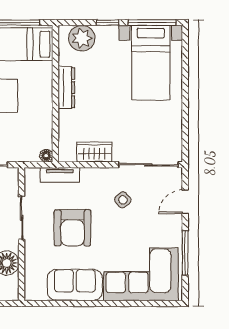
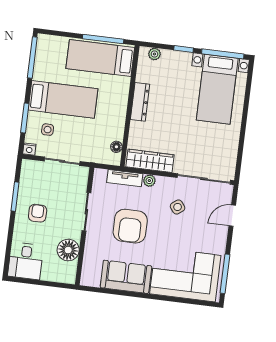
plant: (82, 38) -> (154, 54), width x0.53, depth x0.53
wardrobe: (94, 152) -> (150, 161), width x1.50
floor lamp: (46, 156) -> (116, 147), moved
plant: (88, 174) -> (149, 181), added
window: (185, 253) -> (225, 274), moved

